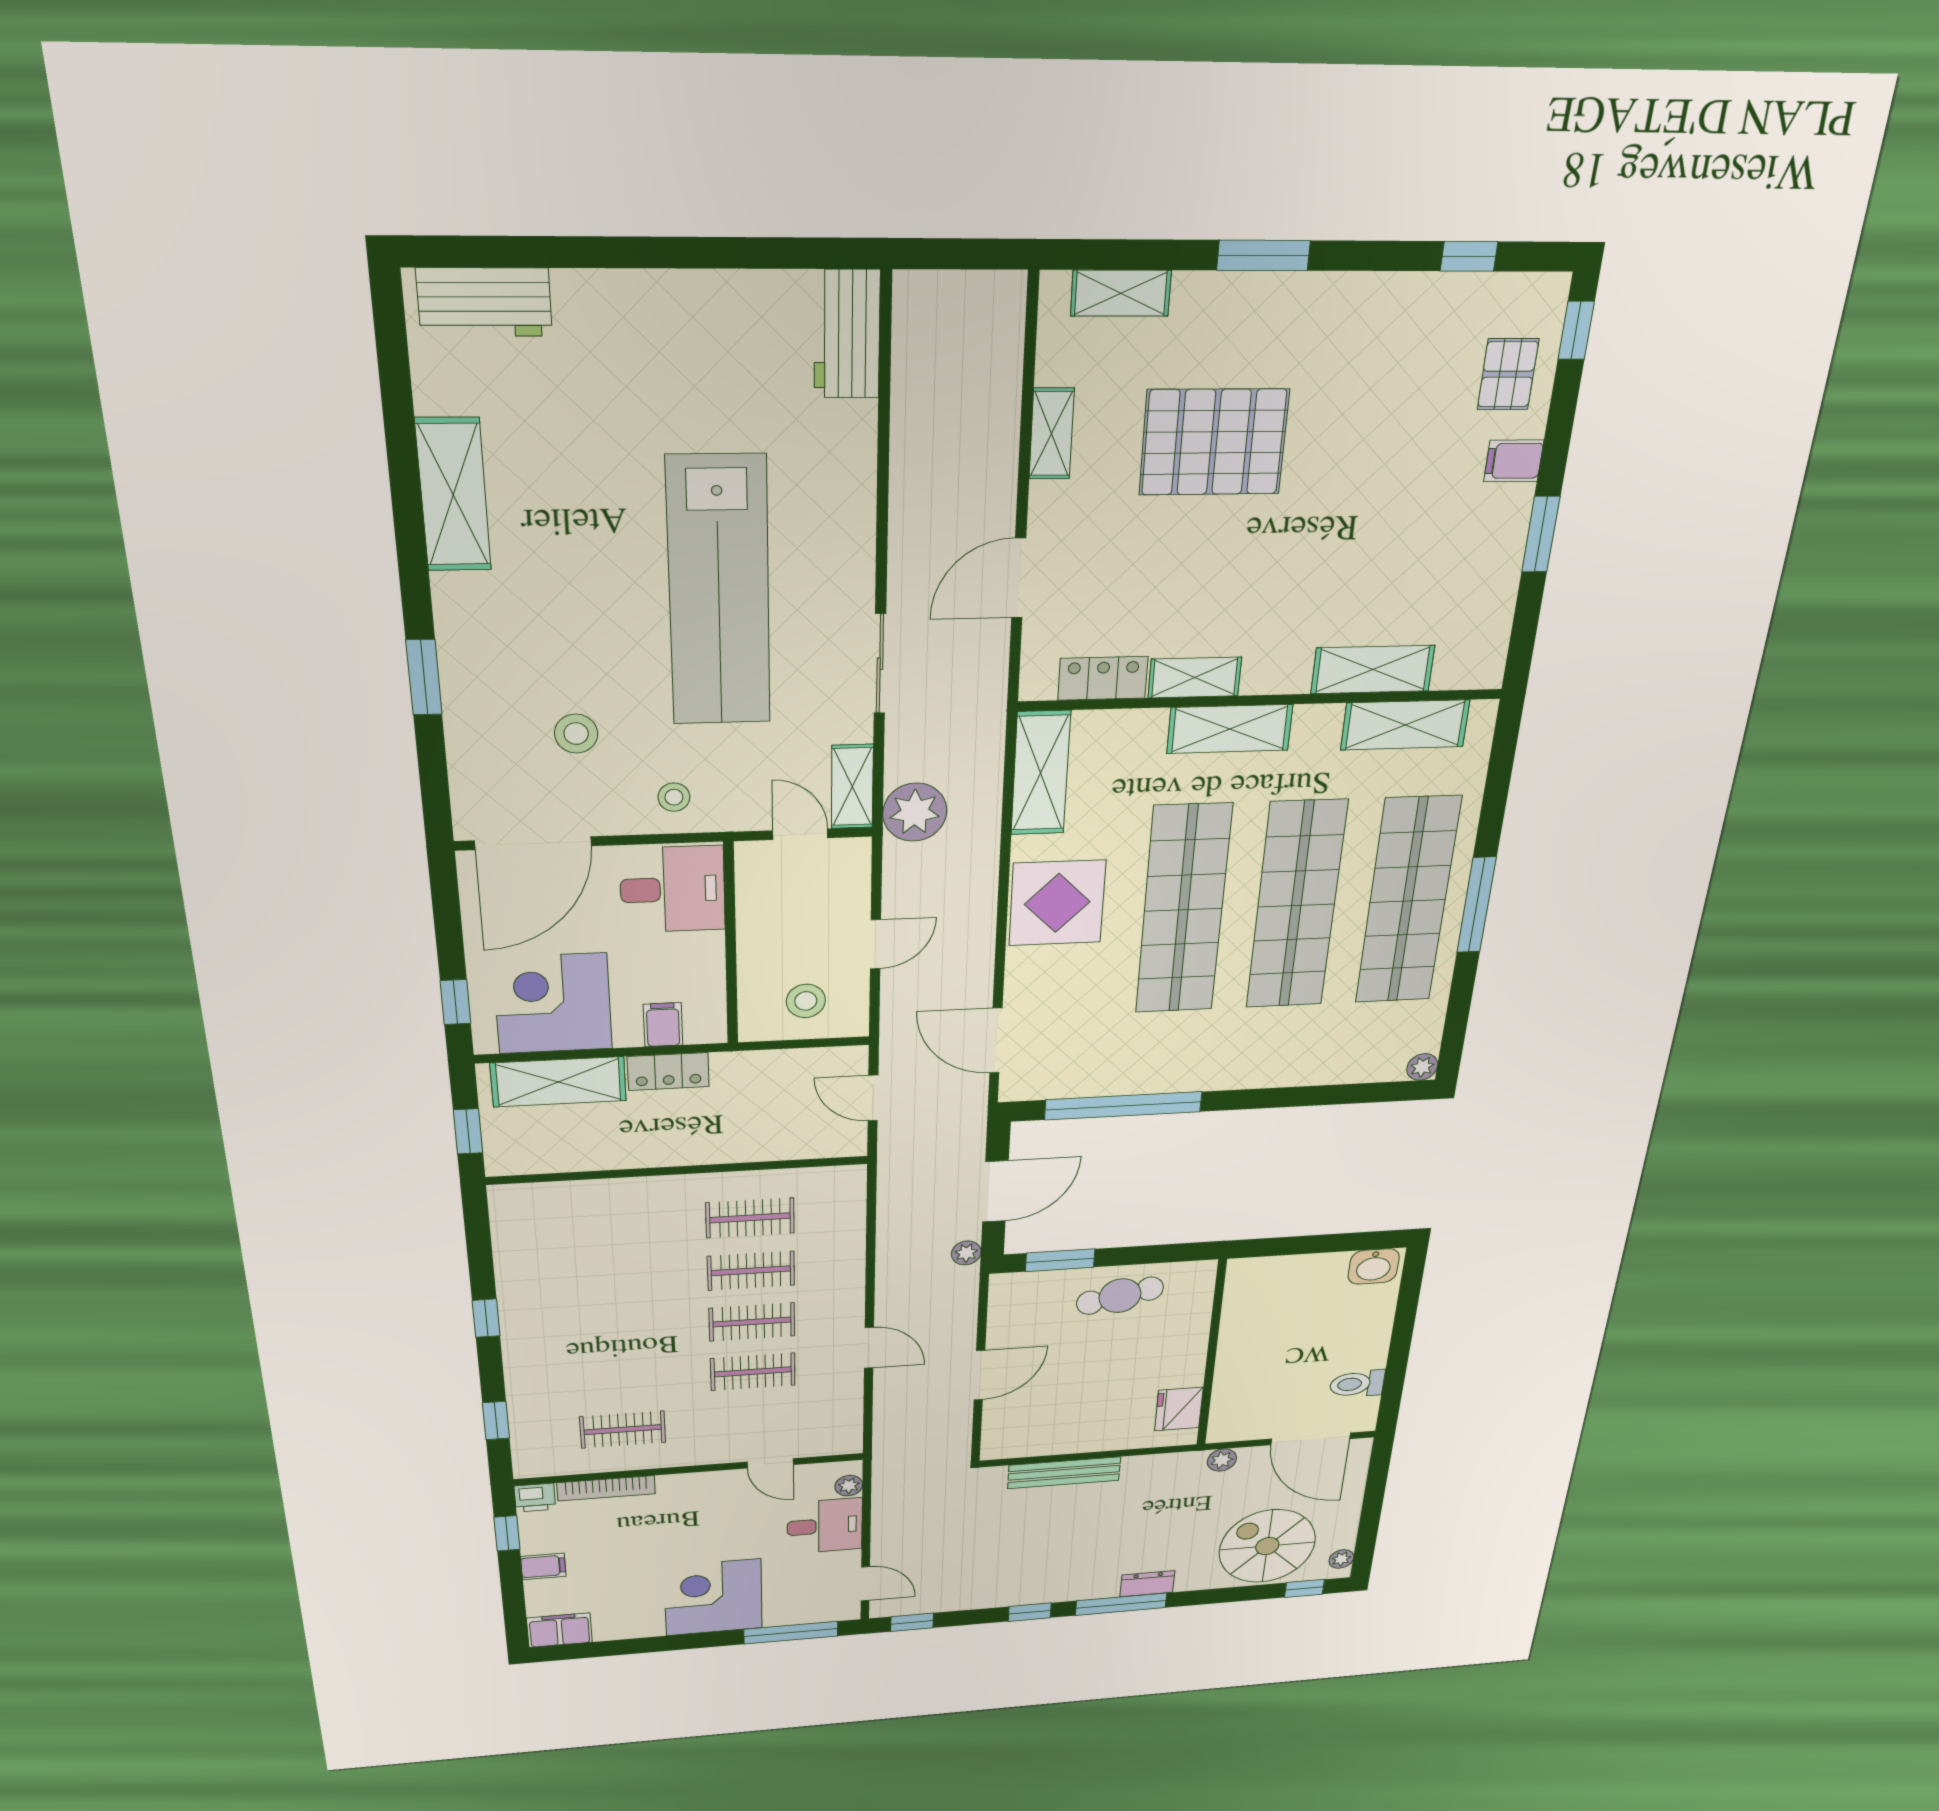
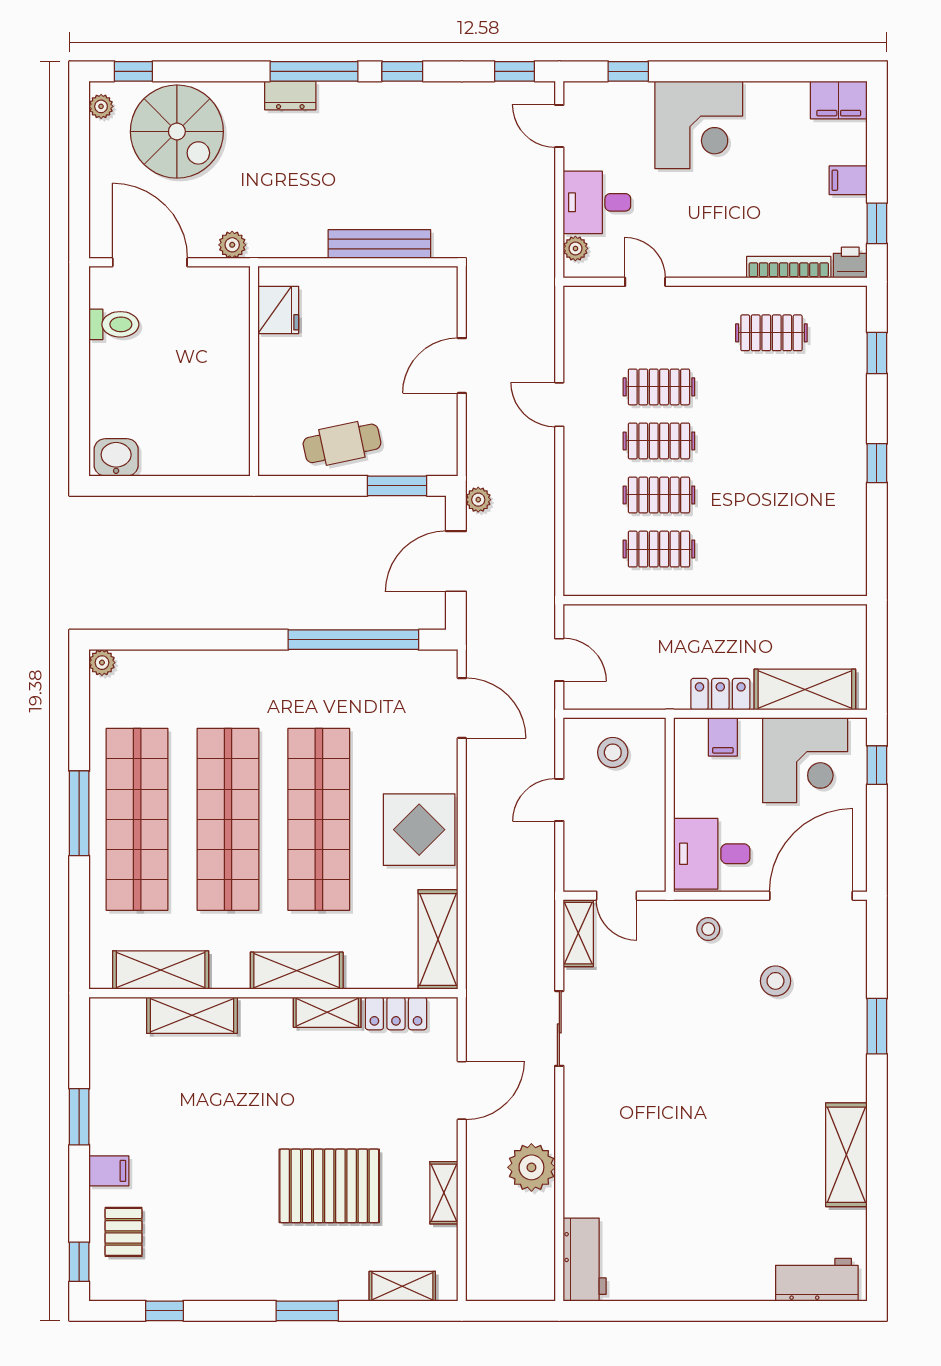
lab bench: (719, 592) -> (672, 1084), removed
plant: (915, 812) -> (531, 1167), moved
window: (468, 1131) -> (877, 648), removed
window: (791, 1633) -> (628, 71), width x0.46

